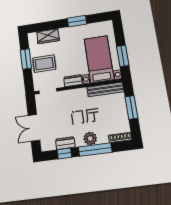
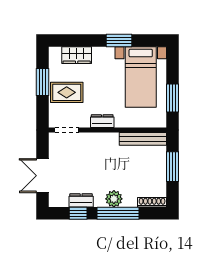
bed with nightstands: (99, 59) -> (141, 77), moved, turned 180

